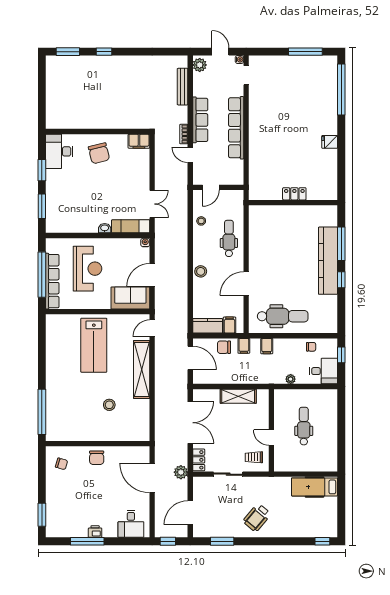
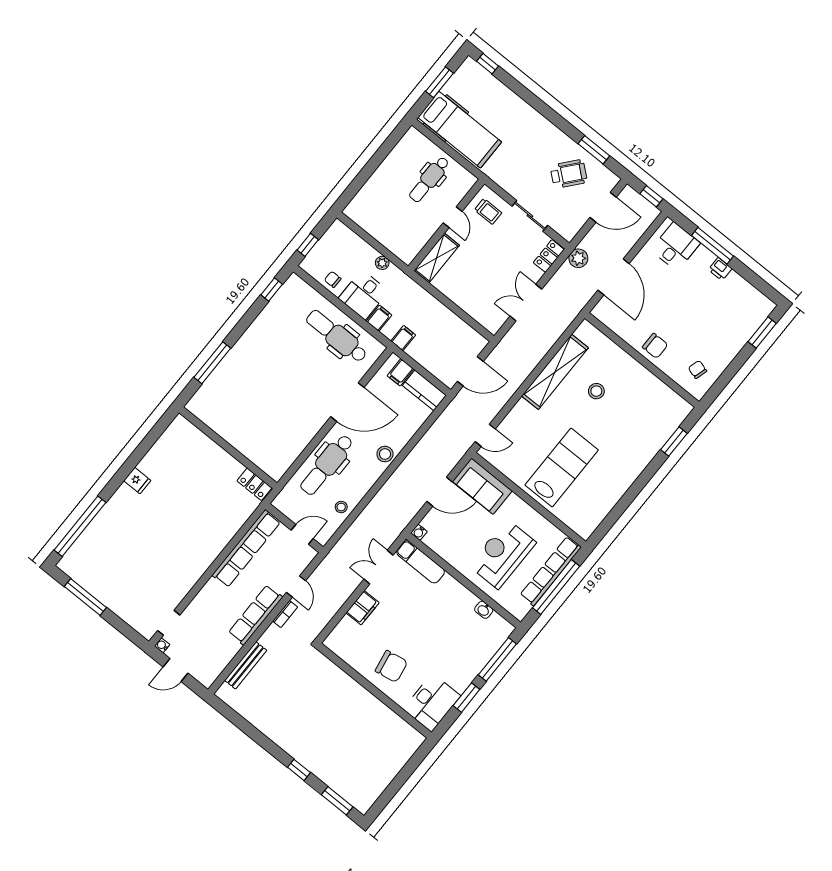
door: (220, 52) -> (175, 670), hinge flipped
plant: (200, 65) -> (209, 674), removed
row of seats: (236, 128) -> (246, 549), moved
filing cabinet: (139, 141) -> (363, 608), moved, turned 90
chair: (99, 153) -> (391, 666), turned 94
locker: (294, 194) -> (254, 484), moved
window: (42, 206) -> (497, 659), width x1.44
washbasin: (105, 228) -> (484, 610), moved
dental chair: (229, 238) -> (327, 465), width x1.36, depth x1.38
kitchen counter: (328, 261) -> (241, 356), removed
window: (341, 280) -> (272, 289), moved
door: (246, 284) -> (347, 402), width x1.36
chair: (224, 347) -> (425, 354), removed
door: (190, 358) -> (470, 371), swing flipped
shelving: (142, 370) -> (555, 372), moved
desk: (324, 371) -> (363, 295), moved, turned -90
shelving: (238, 396) -> (437, 258), moved, turned 90
window: (42, 412) -> (674, 441), width x0.47
double door: (190, 423) -> (526, 303), width x0.73
dental chair: (304, 426) -> (429, 179), moved
chair: (97, 458) -> (655, 346), turned 90
hospital bed: (314, 487) -> (460, 130), width x1.37, depth x1.29
window: (341, 508) -> (439, 82), added
wheelchair: (257, 518) -> (569, 174), moved
window: (87, 541) -> (712, 246), moved

